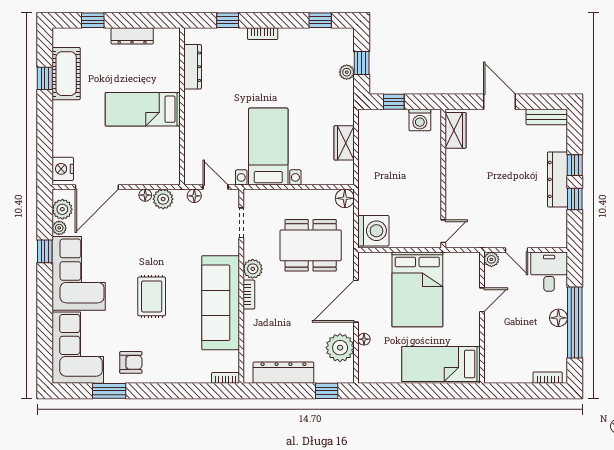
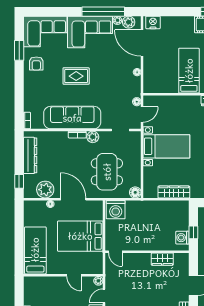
window: (394, 102) -> (193, 232), moved
wardrobe: (455, 130) -> (162, 259), moved
wardrobe: (344, 143) -> (174, 192), width x1.50
plant: (163, 199) -> (135, 83), removed
window: (45, 251) -> (103, 12), width x3.17

